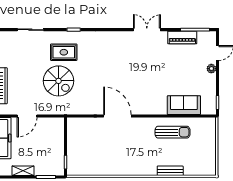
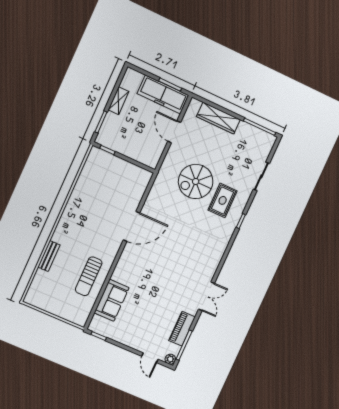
plant: (211, 69) -> (170, 359), moved

